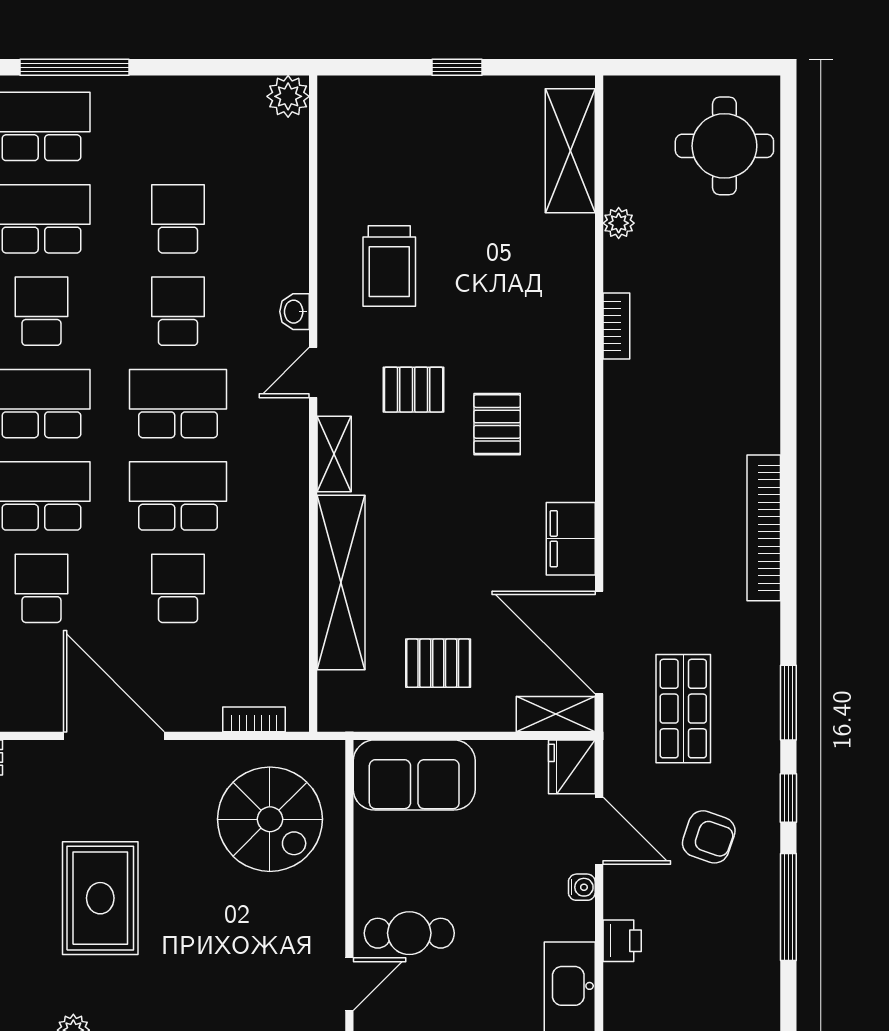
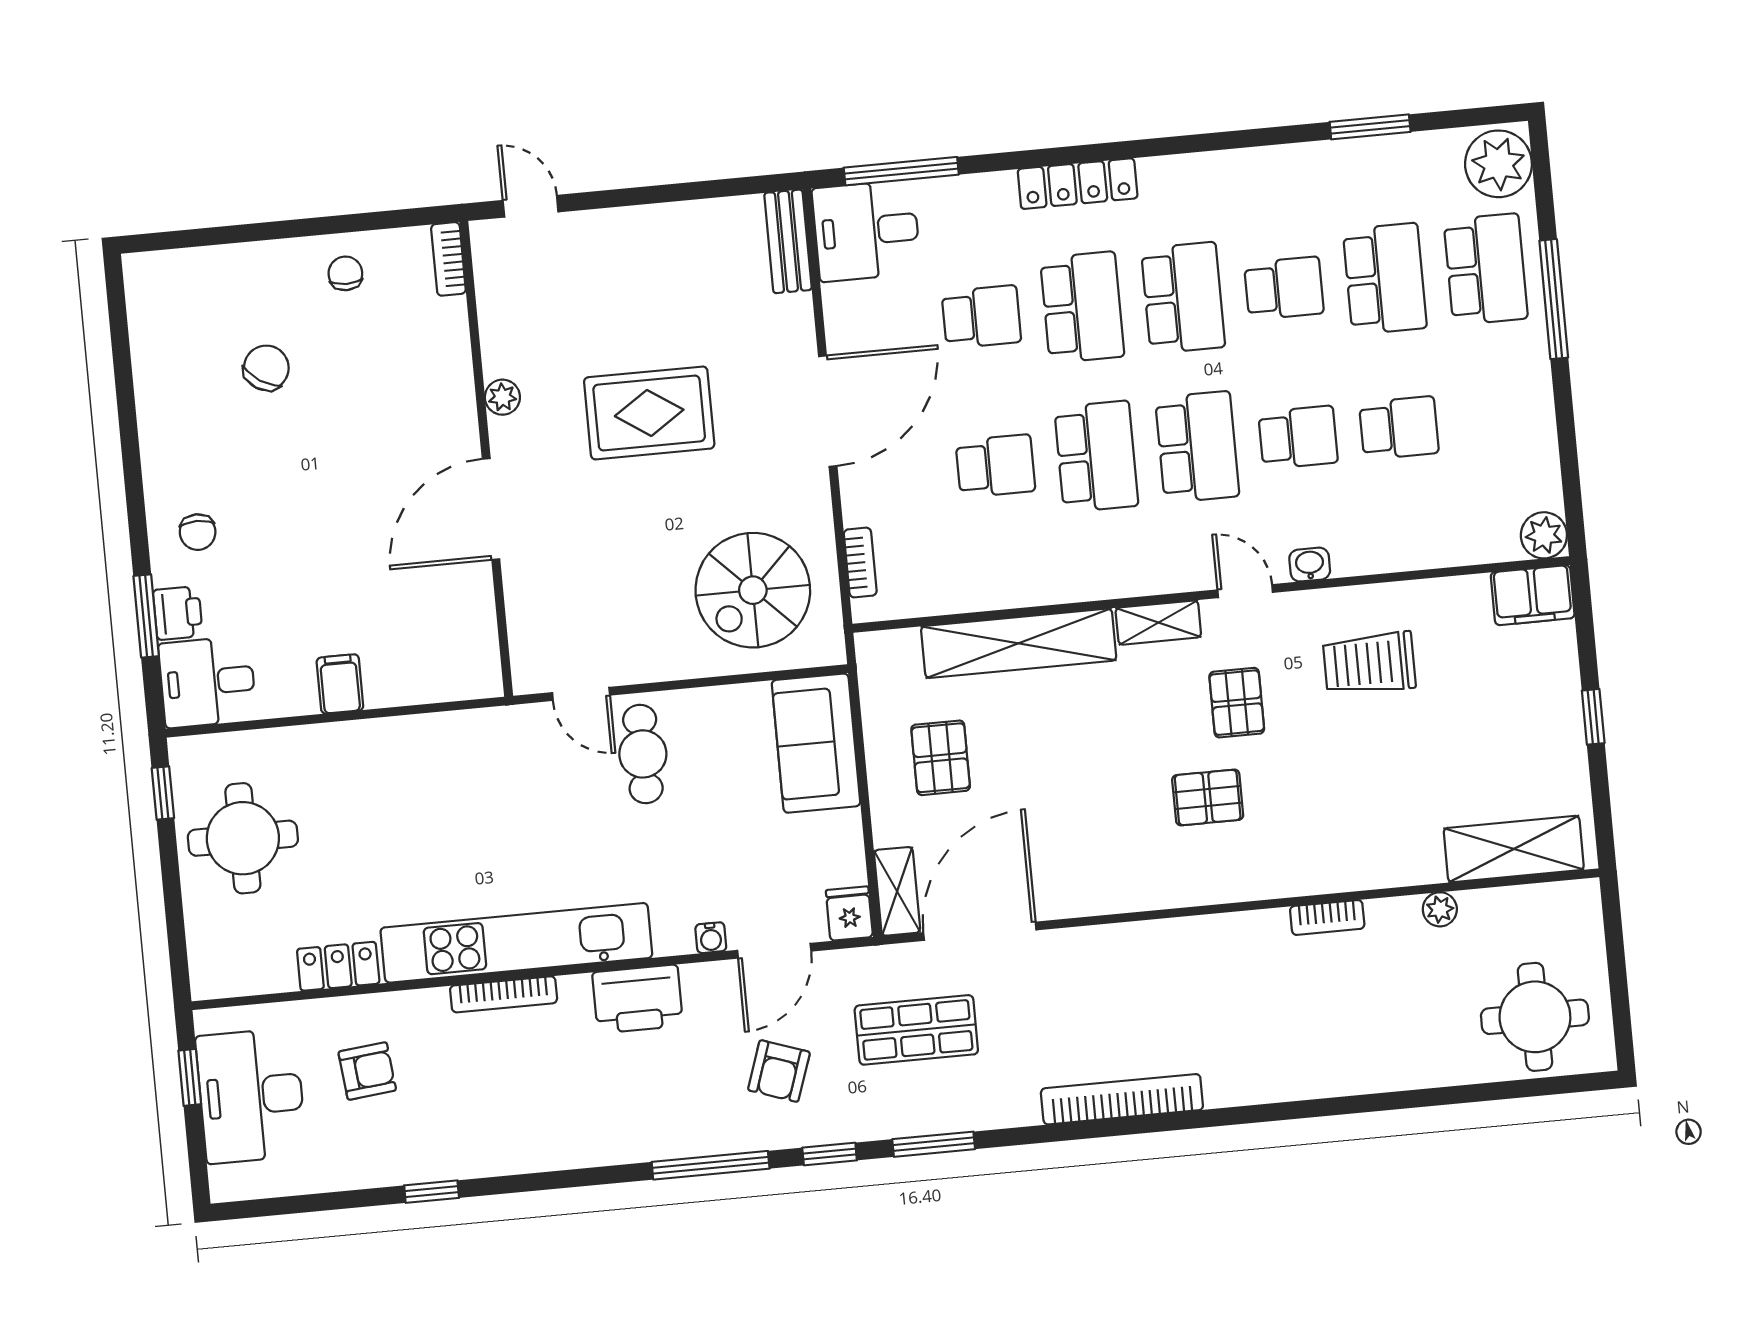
filing cabinet: (571, 539) -> (1533, 595), moved, turned 180
fridge: (572, 767) -> (849, 914), width x0.72
printer: (622, 941) -> (638, 999), width x1.87, depth x1.48

